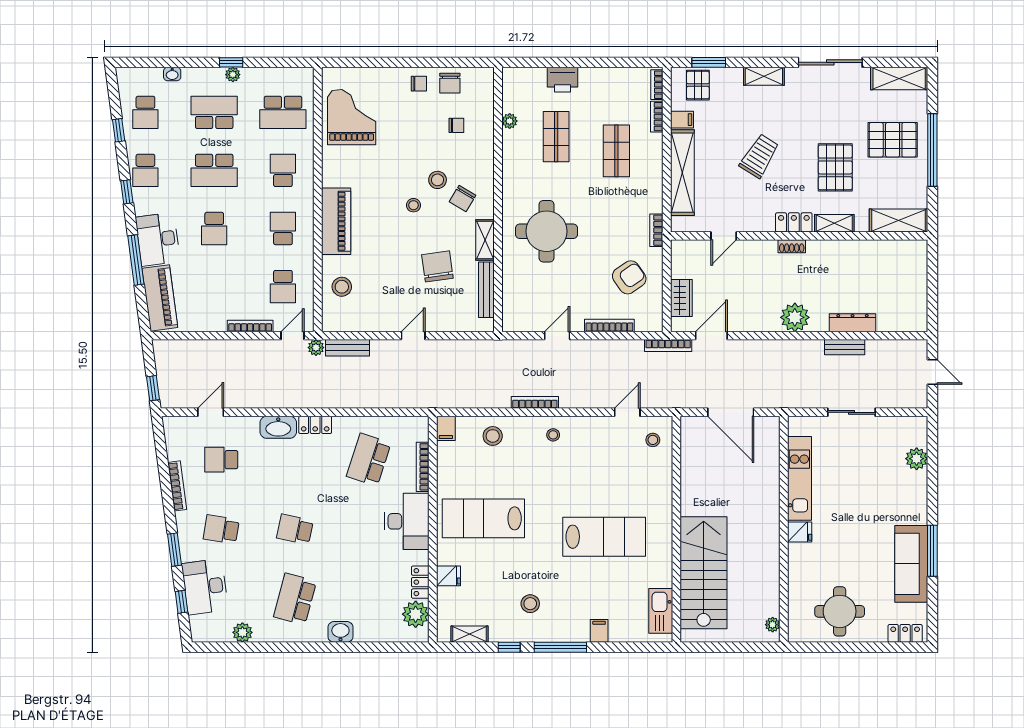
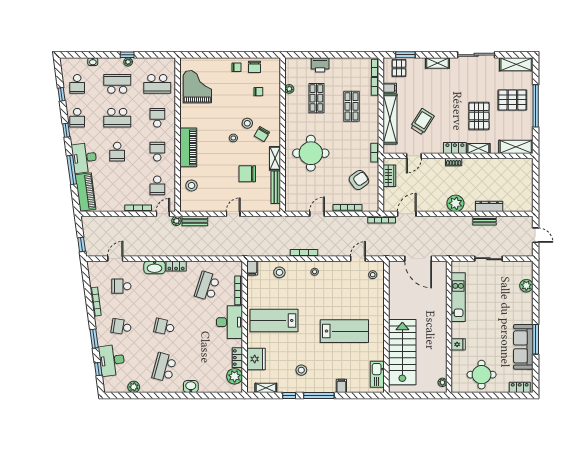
trolley: (759, 156) -> (422, 122), moved
chair: (437, 266) -> (247, 174), turned -82
wardrobe: (681, 298) -> (389, 176), moved
fridge: (800, 532) -> (458, 344), moved
fridge: (448, 576) -> (256, 359), width x1.88, depth x1.34

